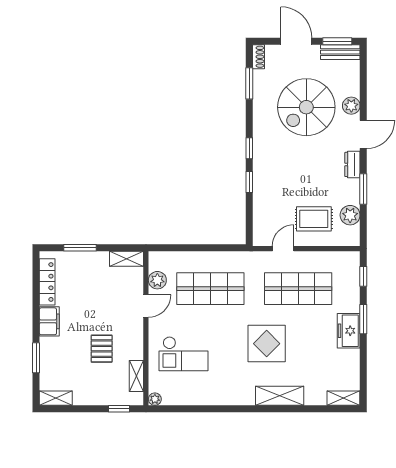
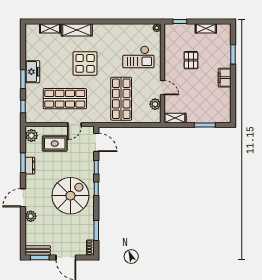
spiral stairs: (306, 107) -> (70, 196), moved
dresser: (352, 164) -> (30, 166), moved
plant: (350, 215) -> (31, 136), moved
door: (249, 221) -> (96, 142), added
locker: (47, 282) -> (226, 103), removed
shop shelf: (210, 289) -> (121, 99), turned 90
door: (146, 306) -> (162, 88), swing flipped
checkout: (184, 354) -> (138, 57), turned 180
shelving: (136, 376) -> (169, 43), removed
shelving: (56, 398) -> (206, 28), moved
shelving: (343, 398) -> (50, 28), moved

